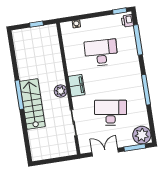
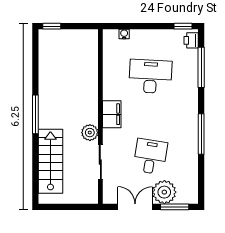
window: (36, 24) -> (52, 26), moved
plant: (61, 91) -> (90, 133), moved
stairs: (32, 104) -> (50, 161), moved
desk: (111, 113) -> (150, 157), width x0.73
plant: (142, 135) -> (164, 192), moved

